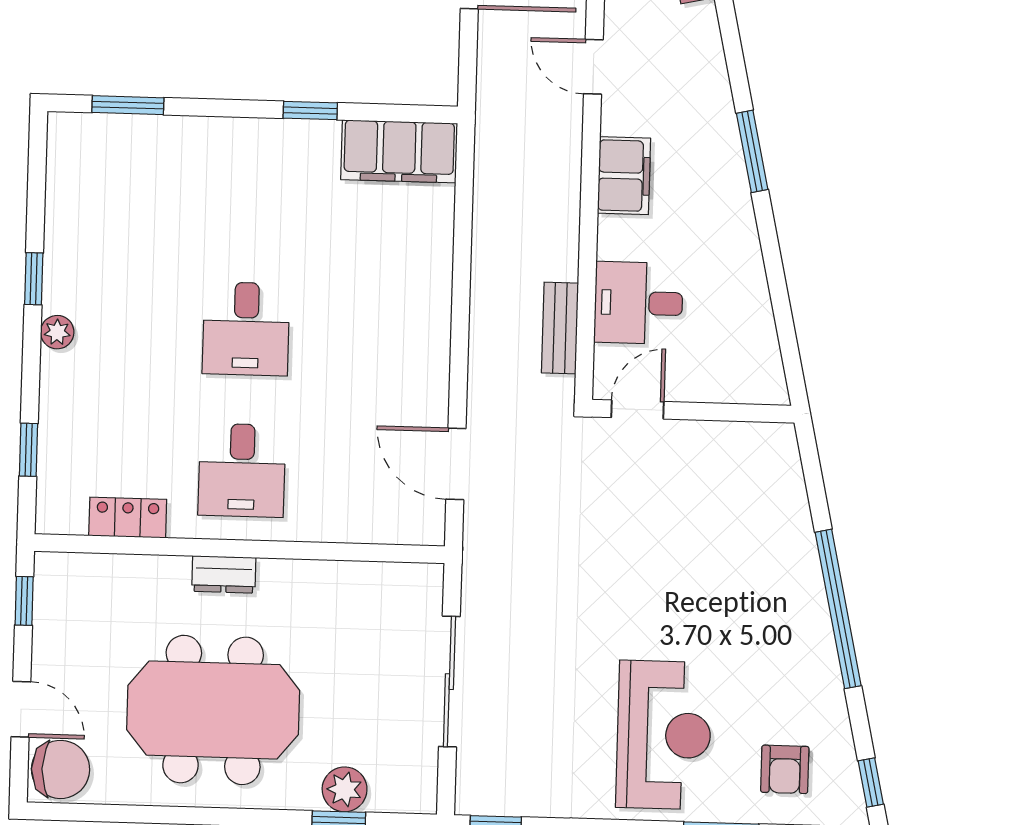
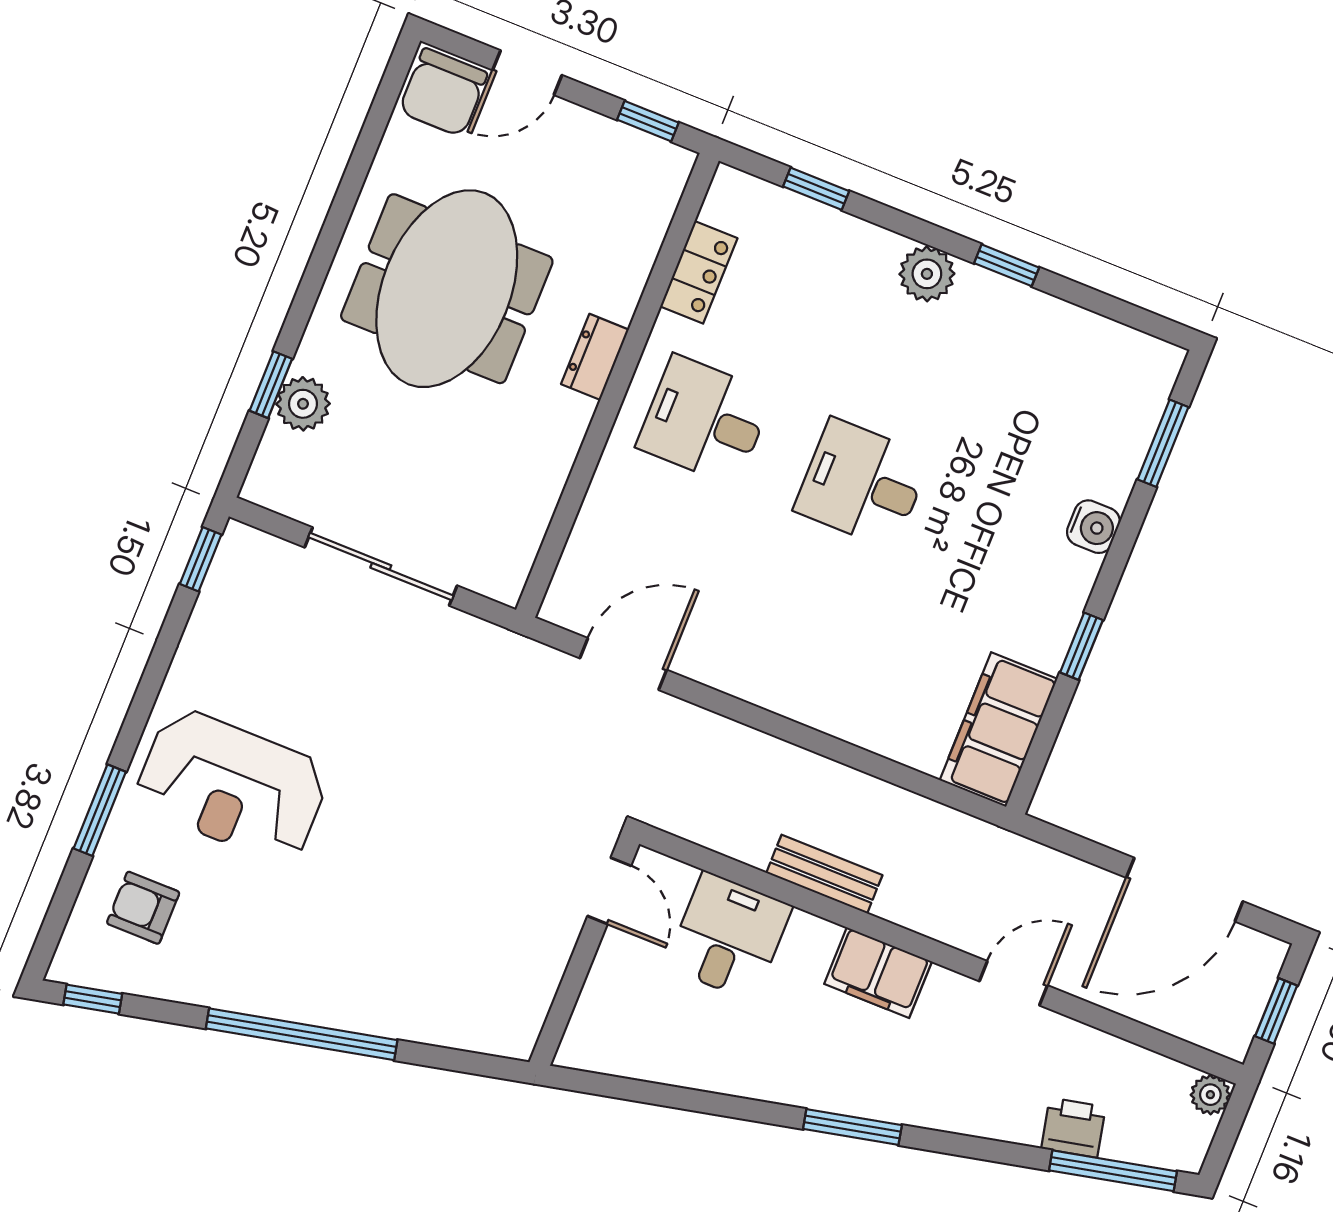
water cooler: (213, 136) -> (1093, 527), added
bench: (560, 328) -> (824, 874), moved
plant: (57, 332) -> (927, 274), width x1.38, depth x1.38

